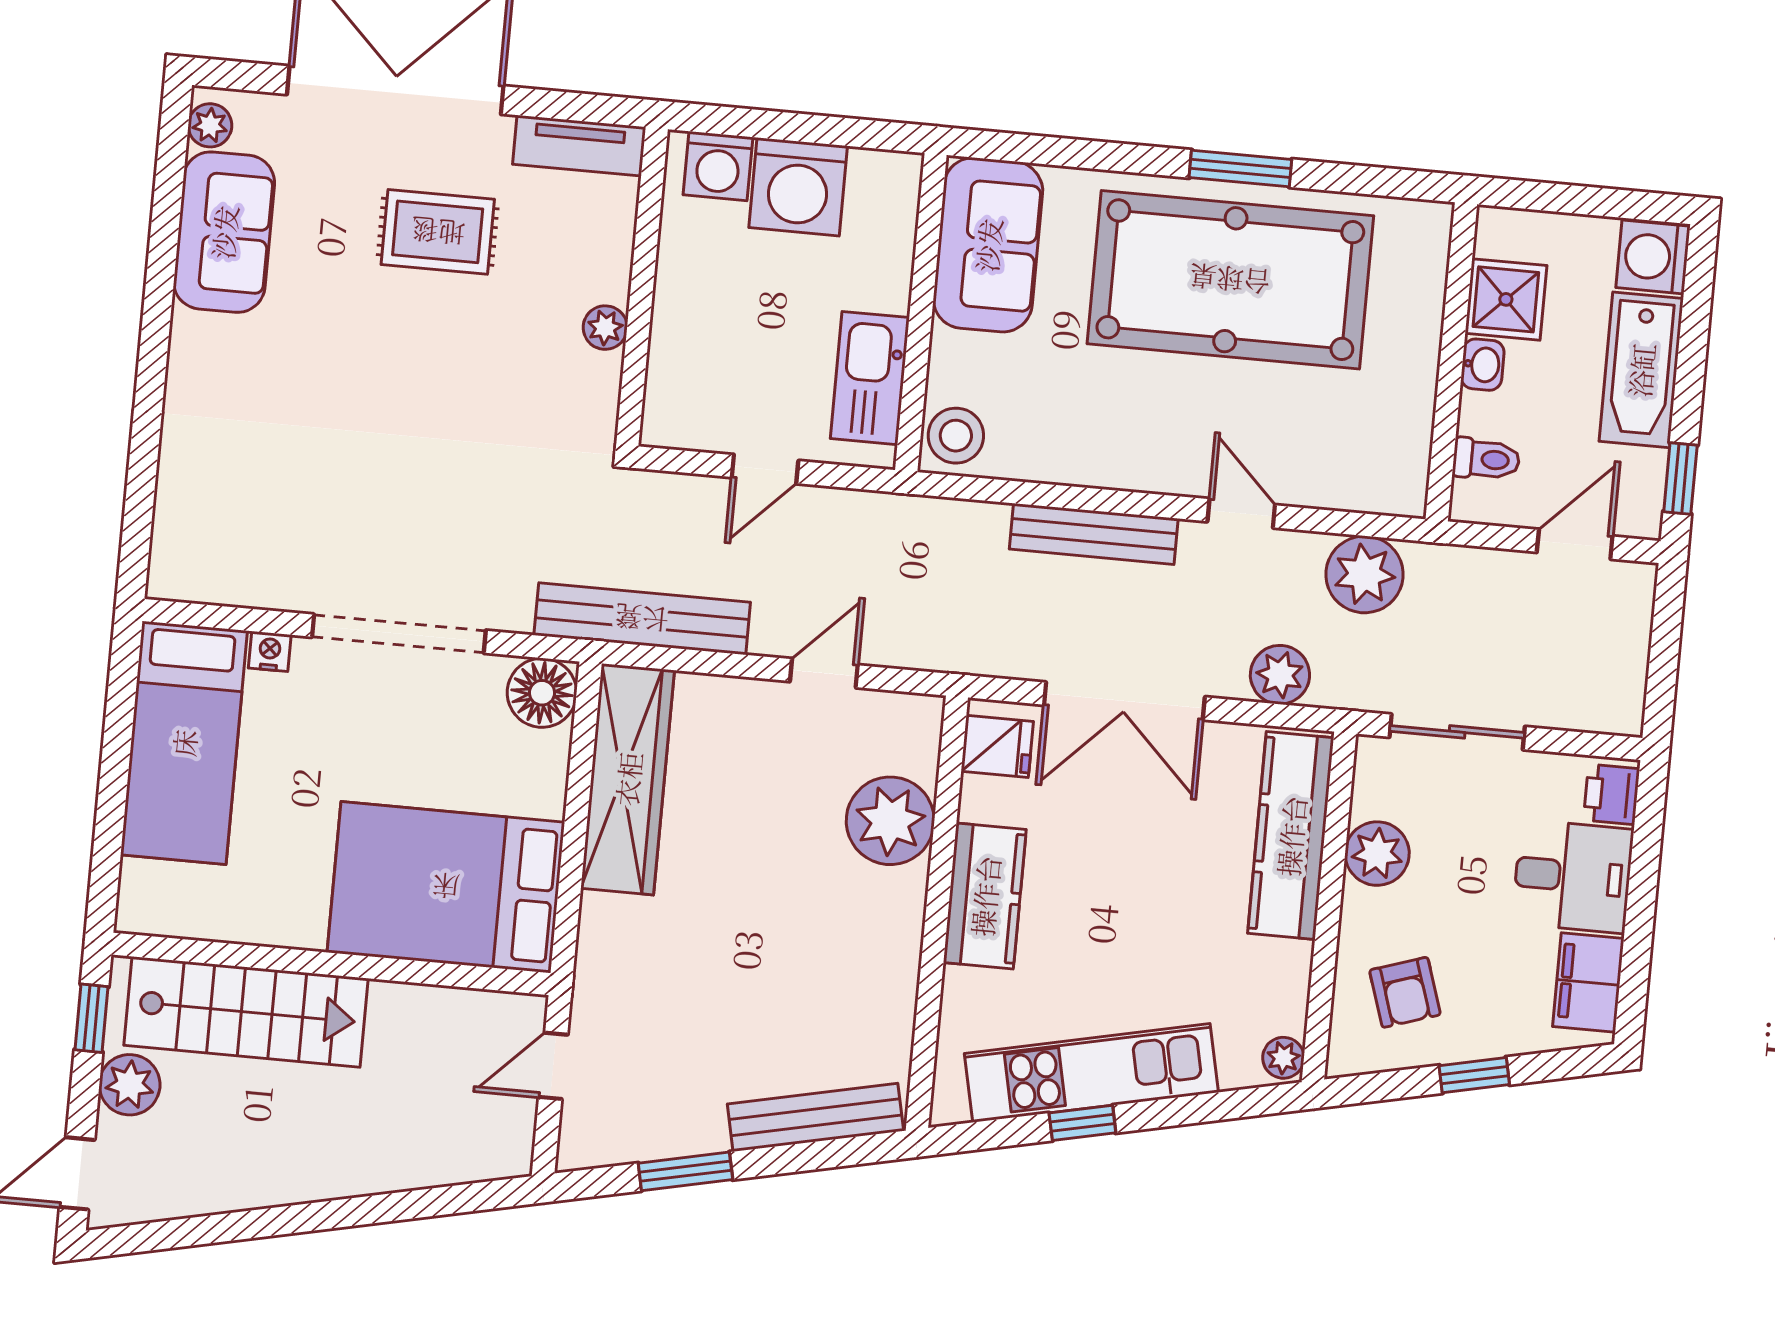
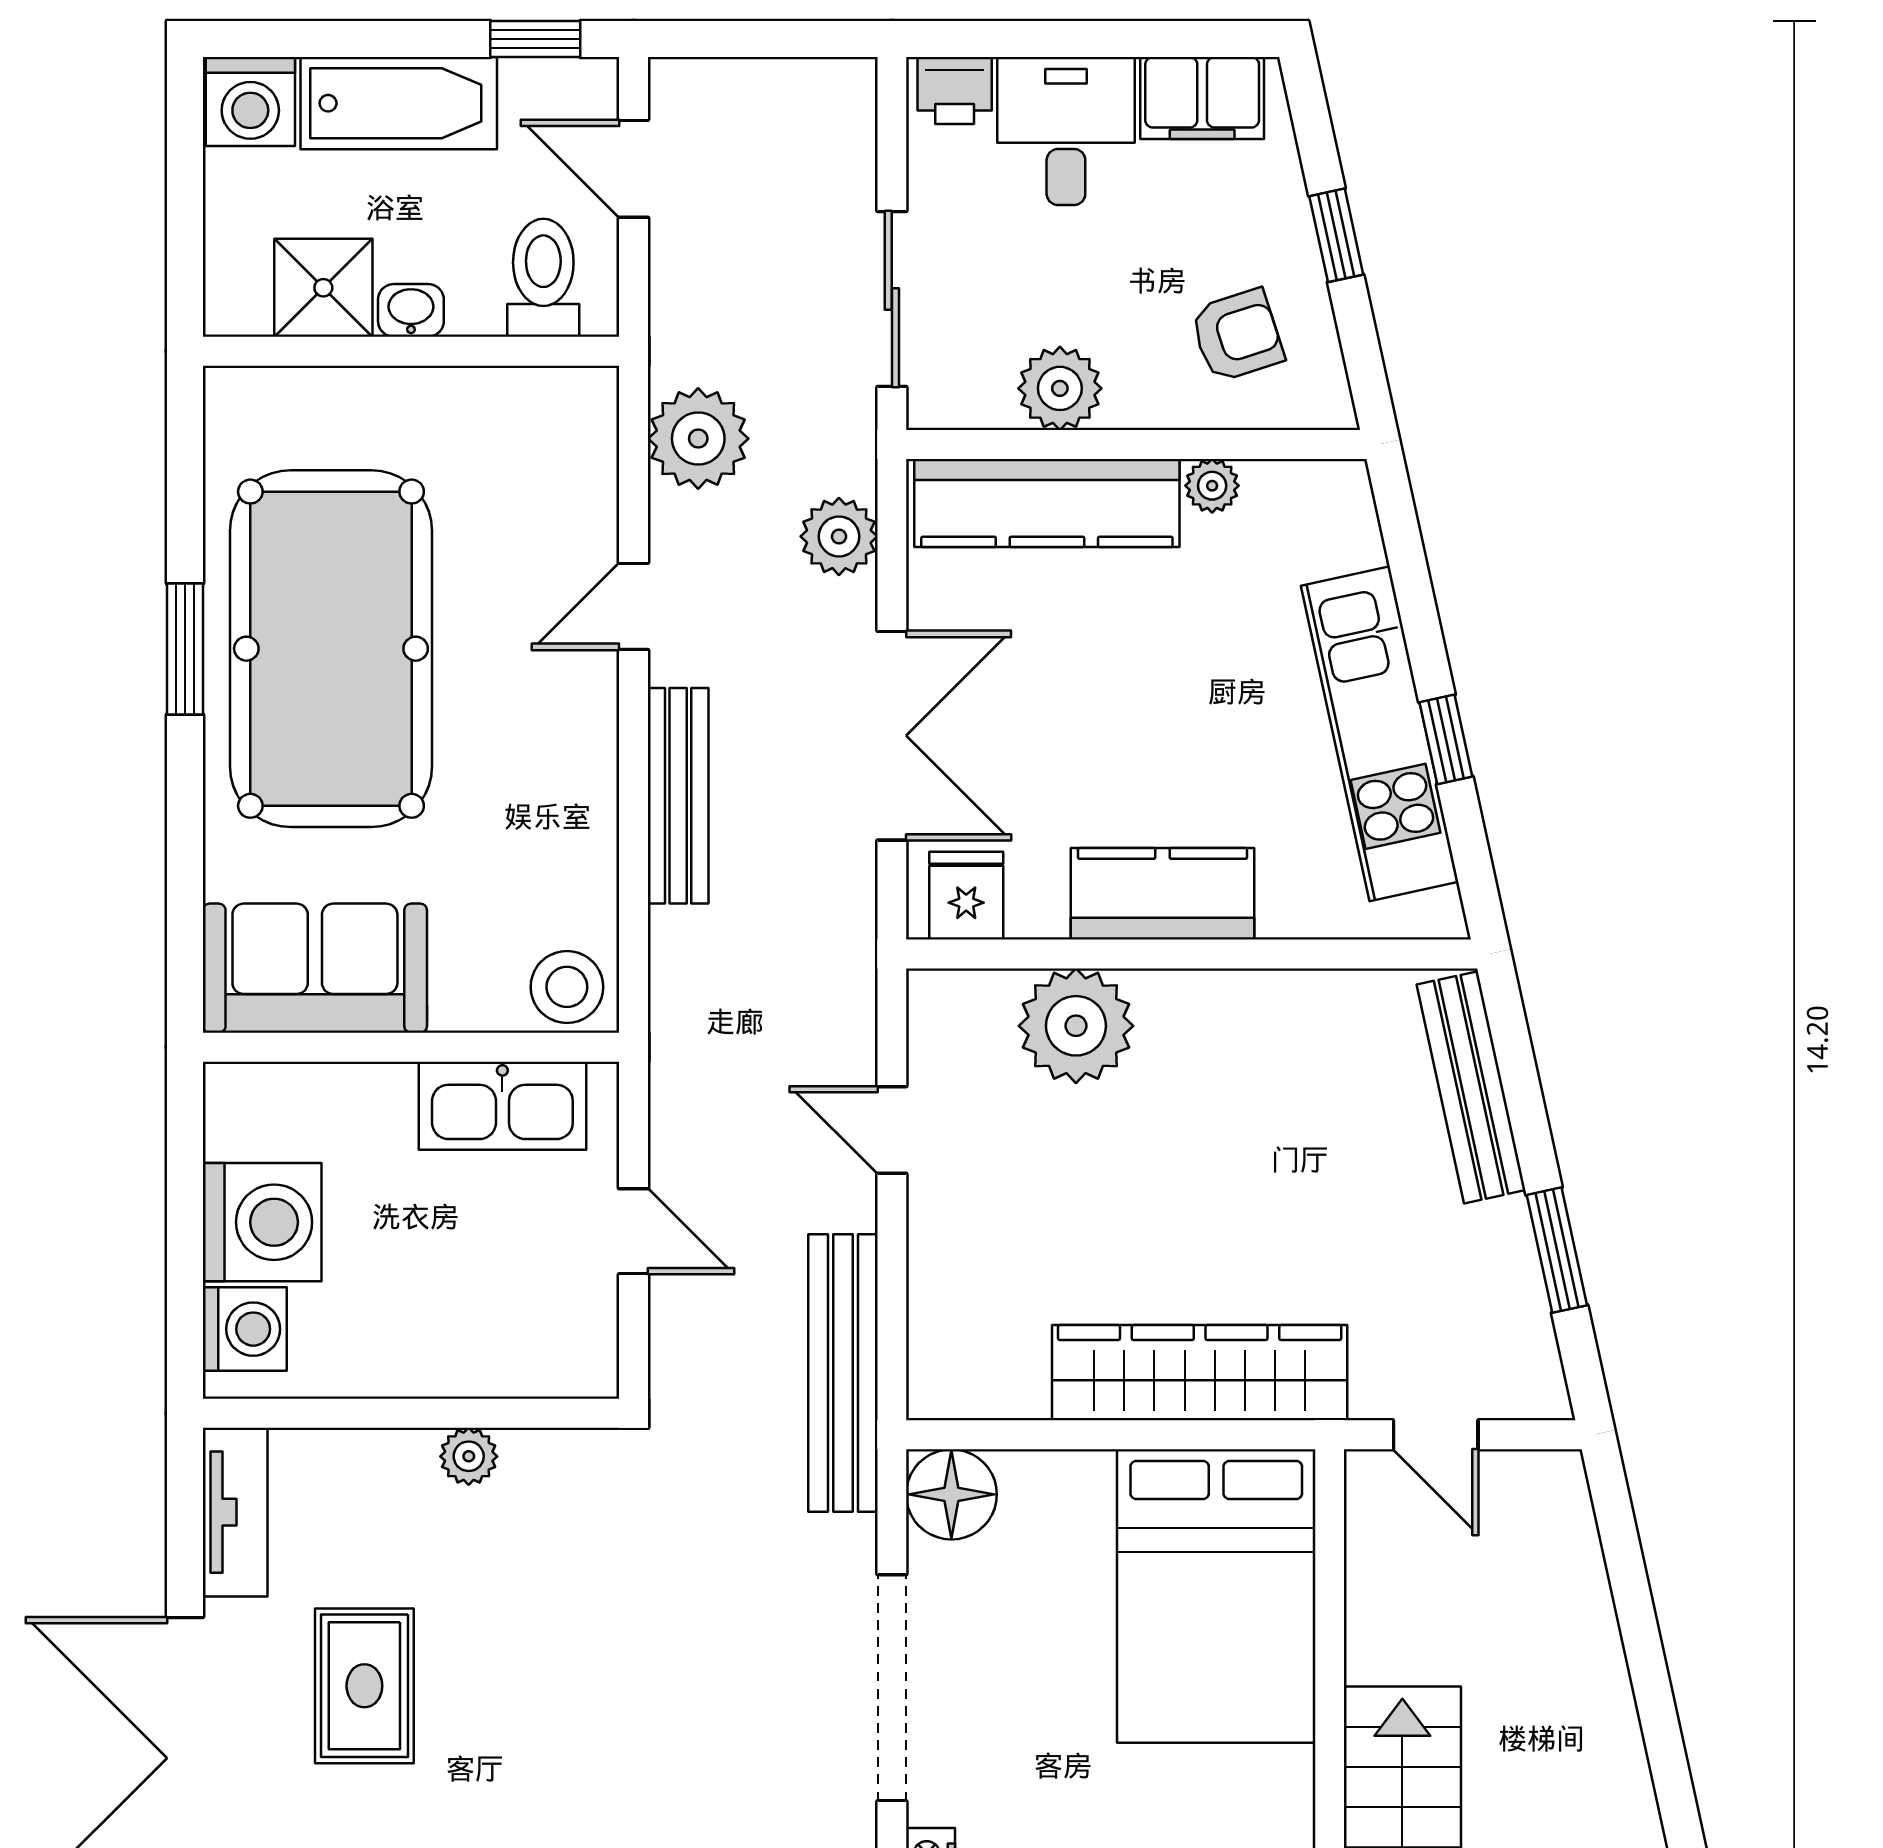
toilet: (1486, 459) -> (543, 278), width x1.37, depth x1.39
wardrobe: (628, 779) -> (1200, 1373), moved
plant: (1283, 1058) -> (1212, 486), moved

